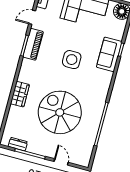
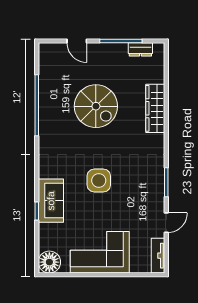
piano: (33, 44) -> (155, 187), removed
wardrobe: (20, 94) -> (155, 108), width x1.50
spiral stairs: (60, 112) -> (96, 106), width x0.73, depth x0.73

